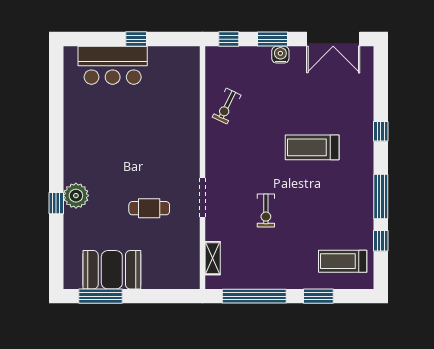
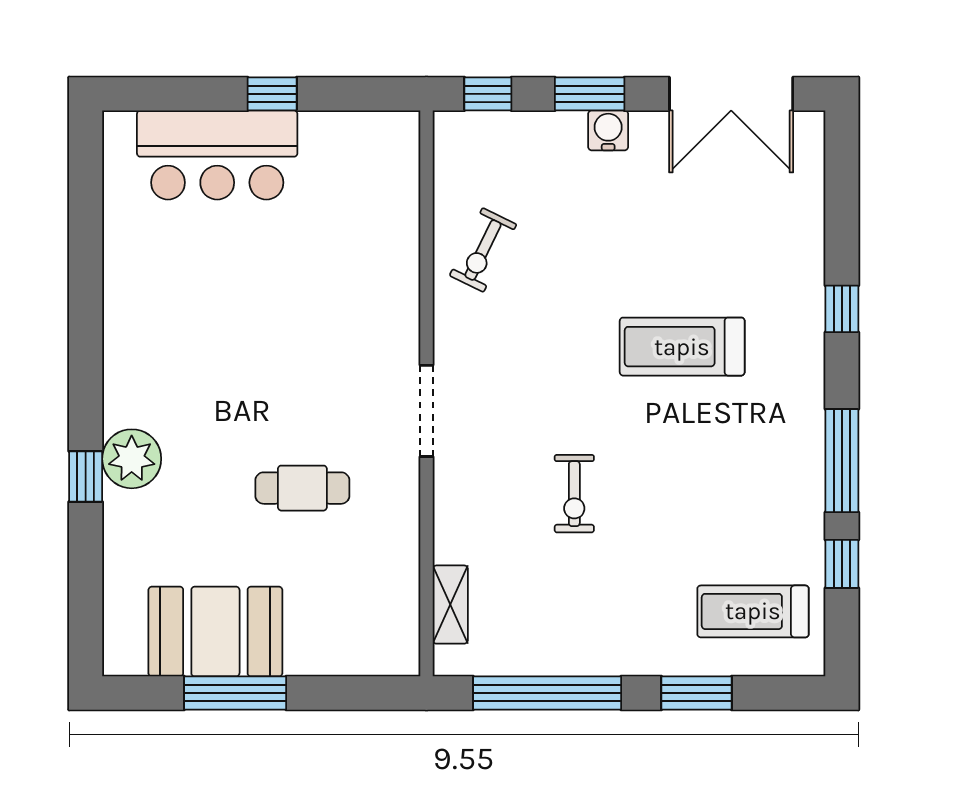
doorway: (202, 198) -> (427, 411), moved
window: (100, 296) -> (235, 693), moved

